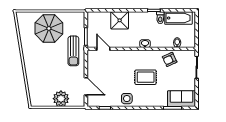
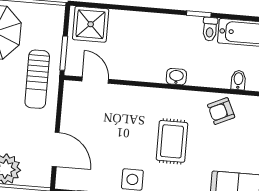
shower: (120, 20) -> (91, 24), moved
rug: (146, 77) -> (172, 141), turned 90

